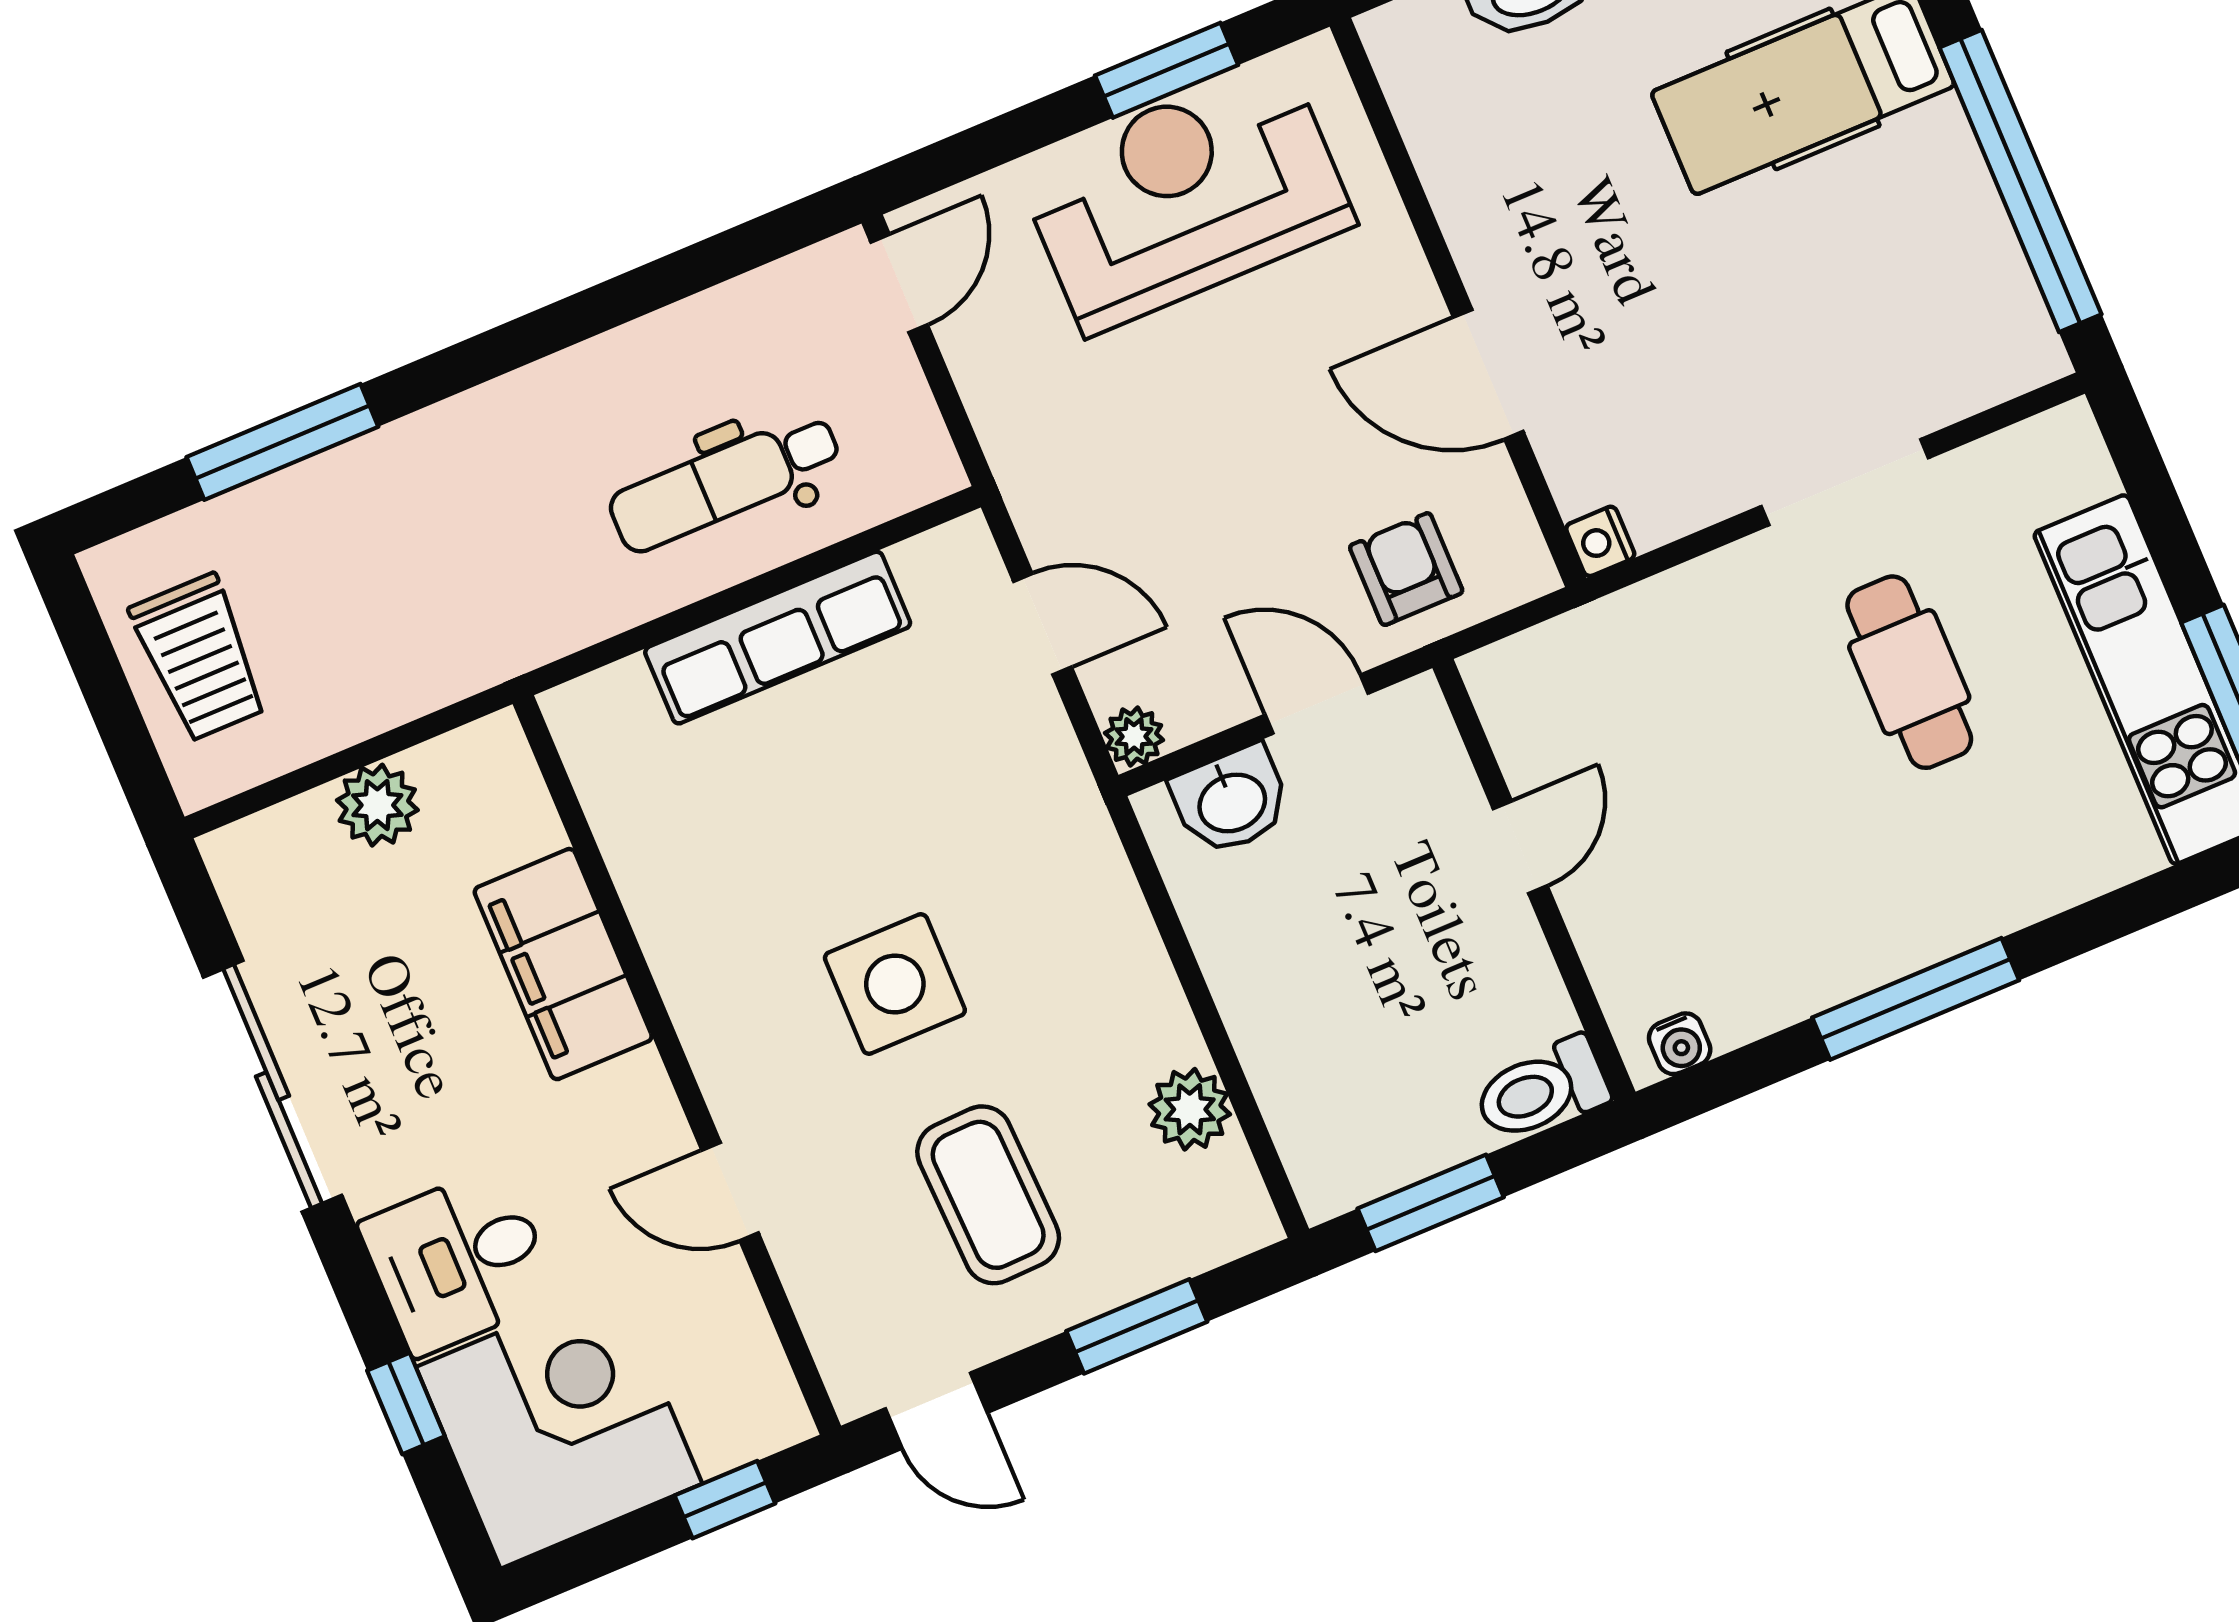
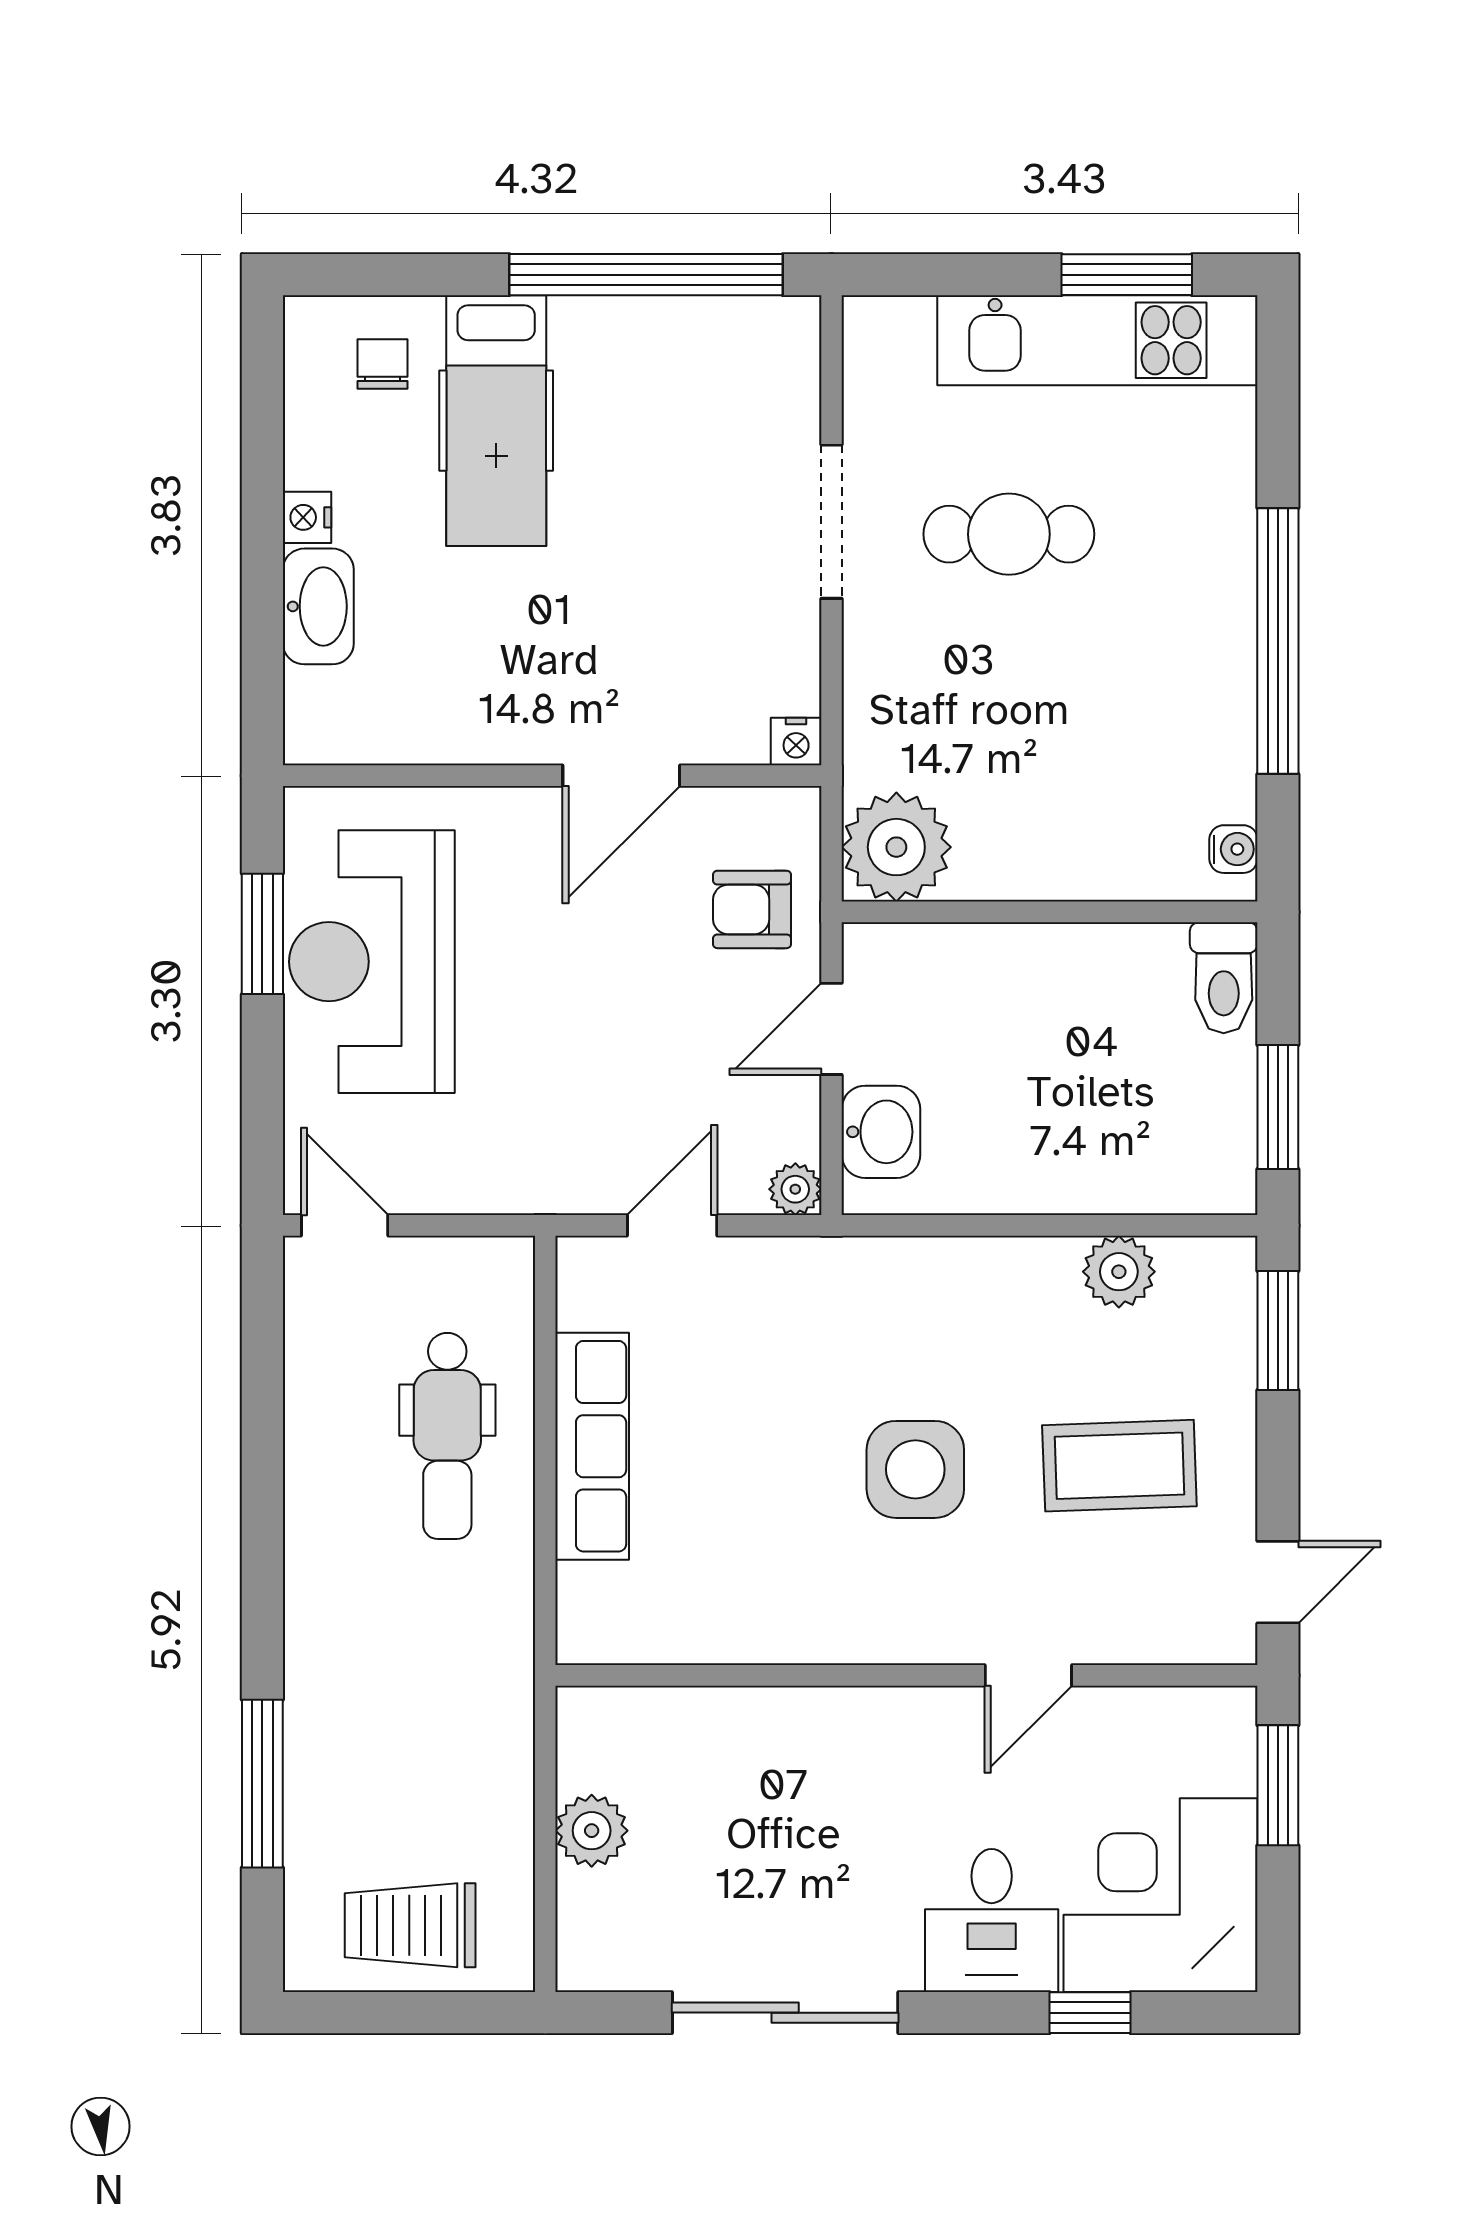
trolley: (200, 658) -> (410, 1925), turned 180
plant: (1534, 692) -> (896, 847), added
door: (1520, 847) -> (1018, 912), removed
filing cabinet: (563, 964) -> (785, 1733), removed
window: (1916, 999) -> (1278, 641), width x1.46
window: (1137, 1326) -> (1278, 1330), moved
window: (725, 1500) -> (1278, 1785), width x1.50

